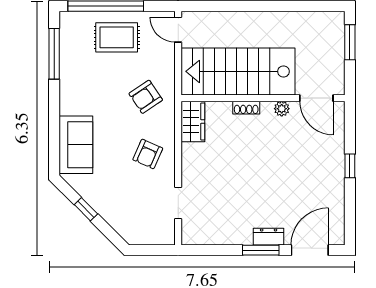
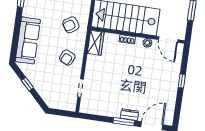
sofa: (76, 145) -> (28, 41), width x1.36

